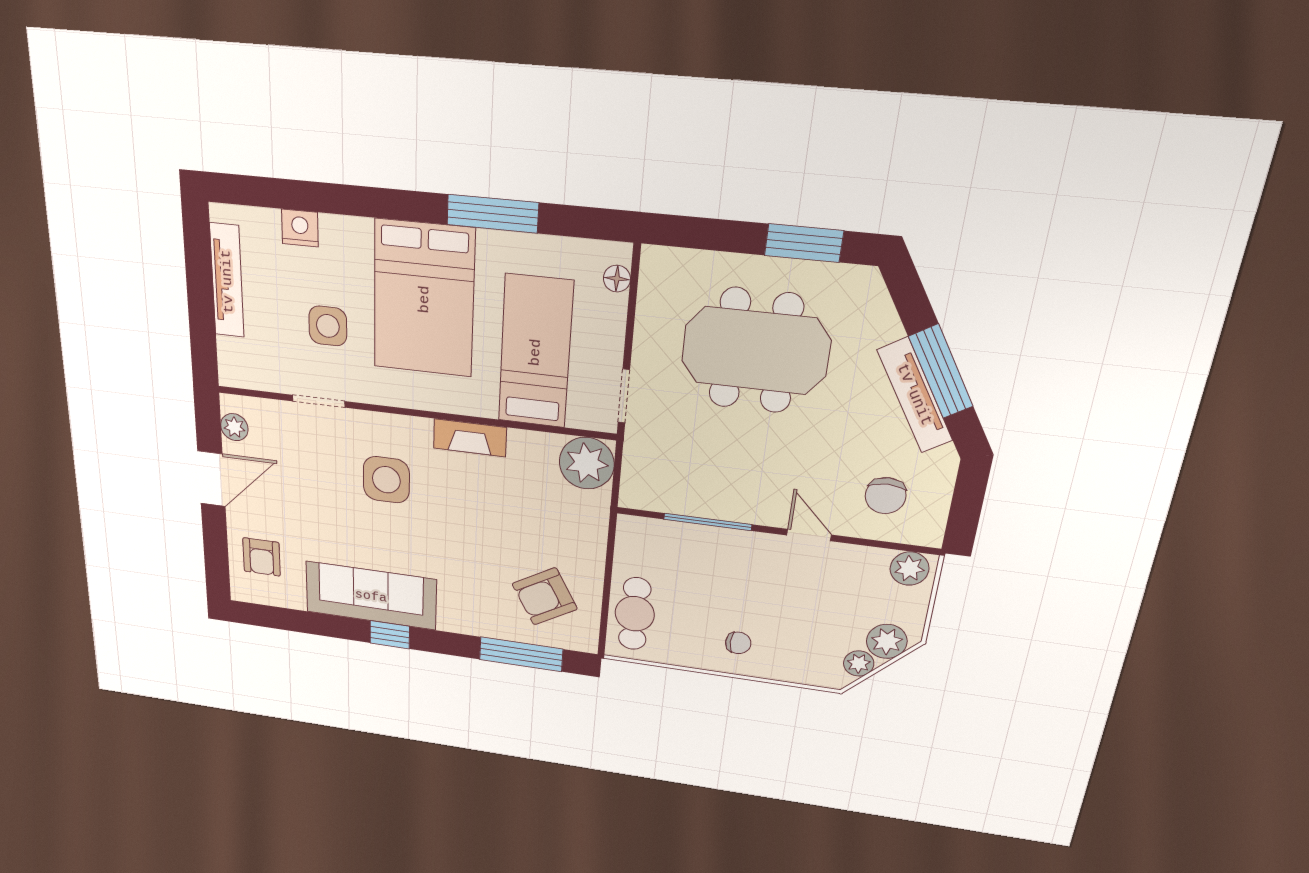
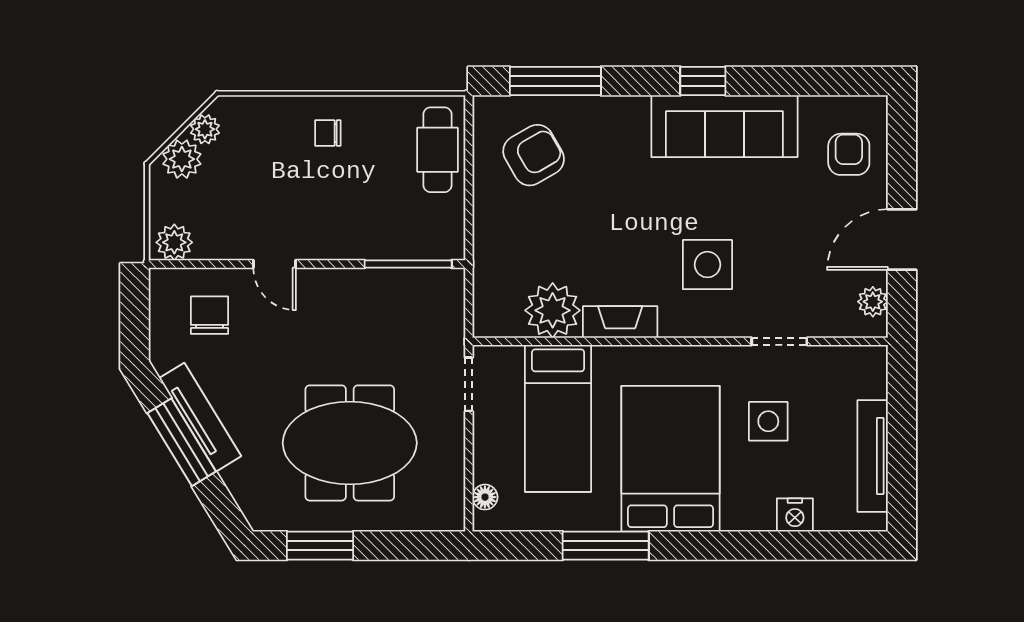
plant: (587, 463) -> (553, 310), moved
window: (708, 522) -> (408, 264), moved

